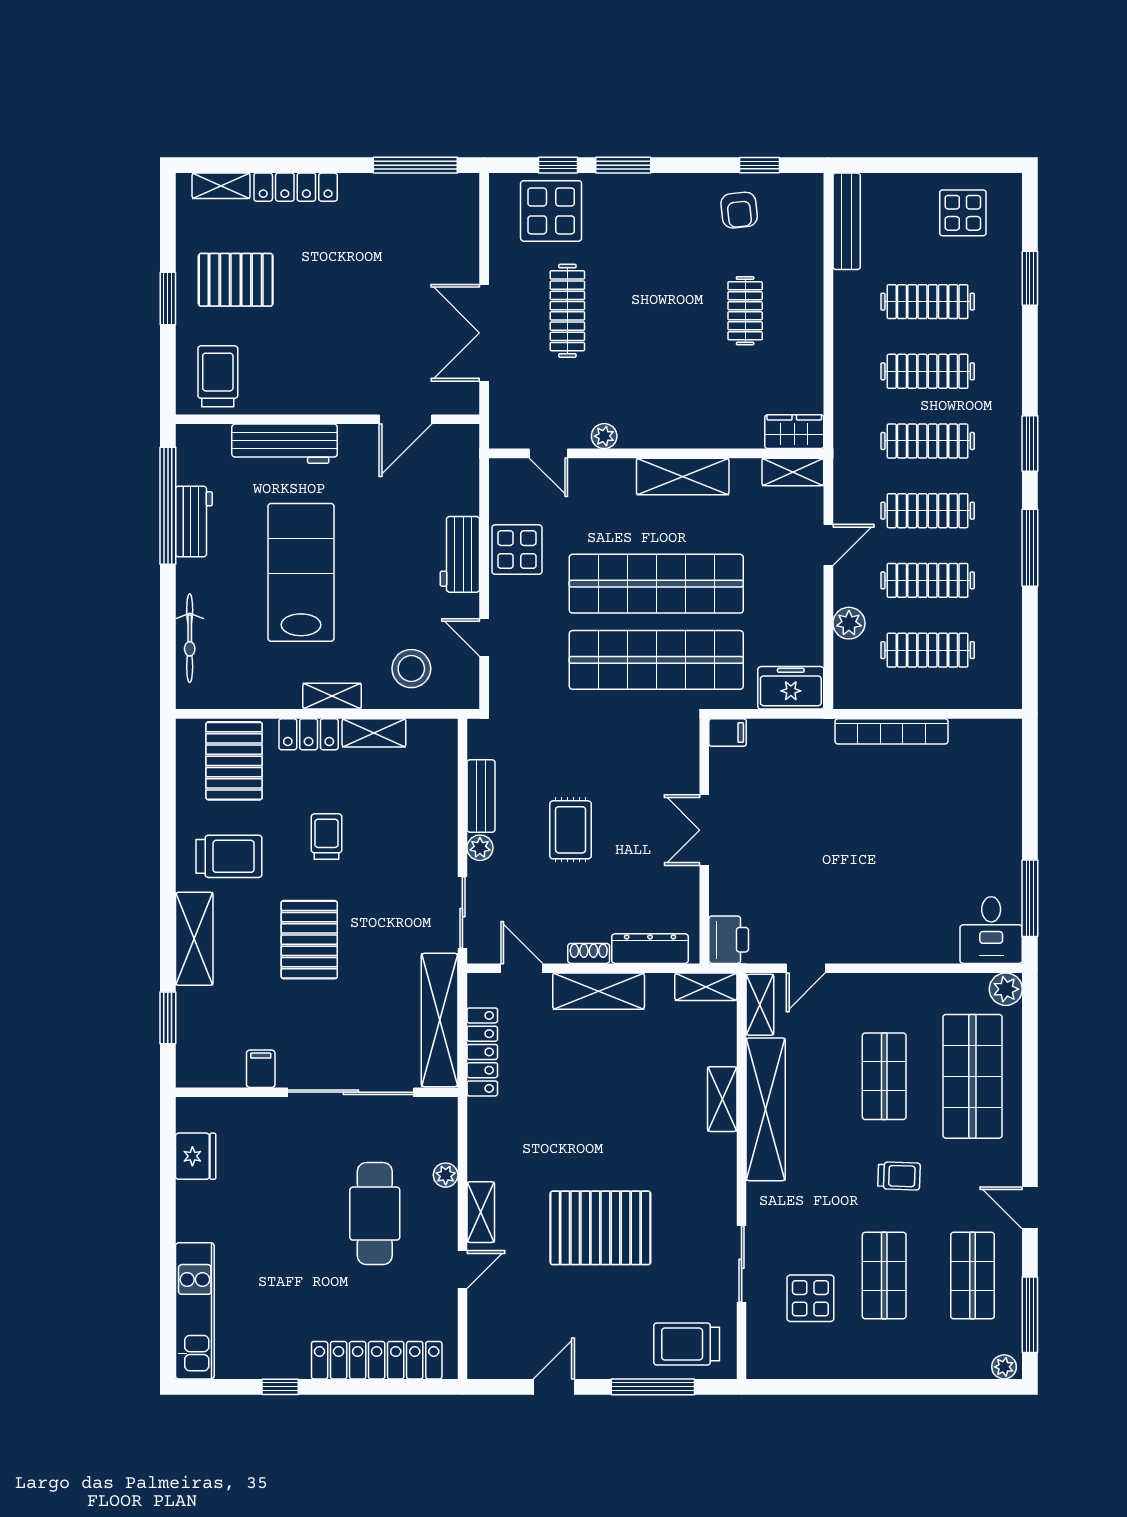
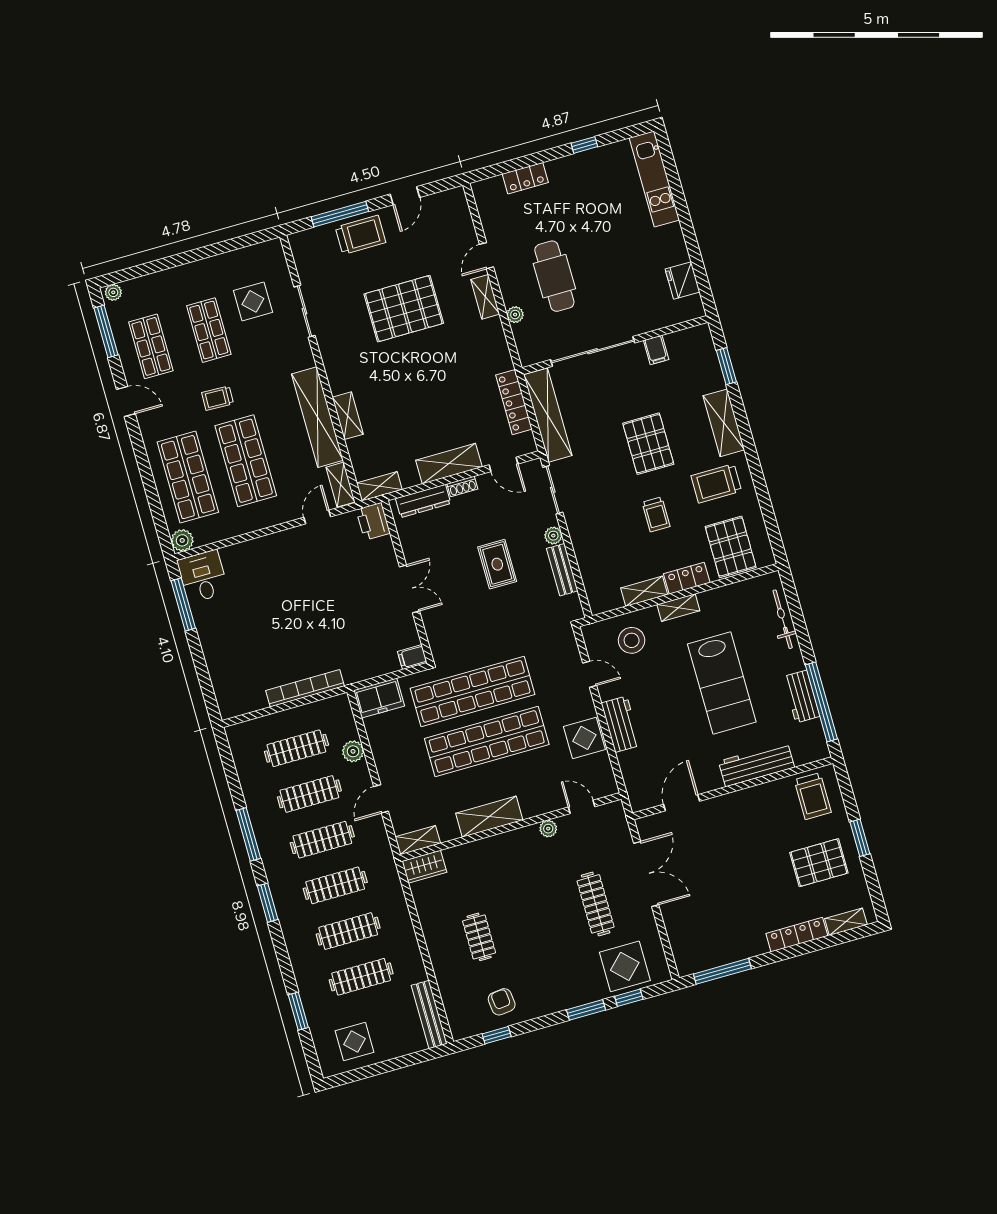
shop shelf: (884, 1076) -> (246, 461), width x1.43, depth x1.36
trolley: (687, 1344) -> (361, 235), moved
locker: (377, 1360) -> (525, 178), width x0.46, depth x0.83

